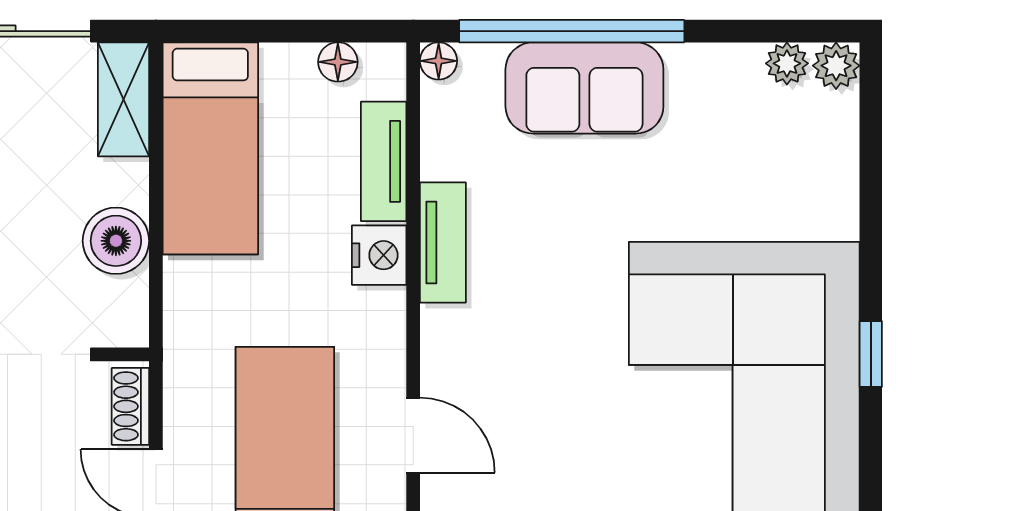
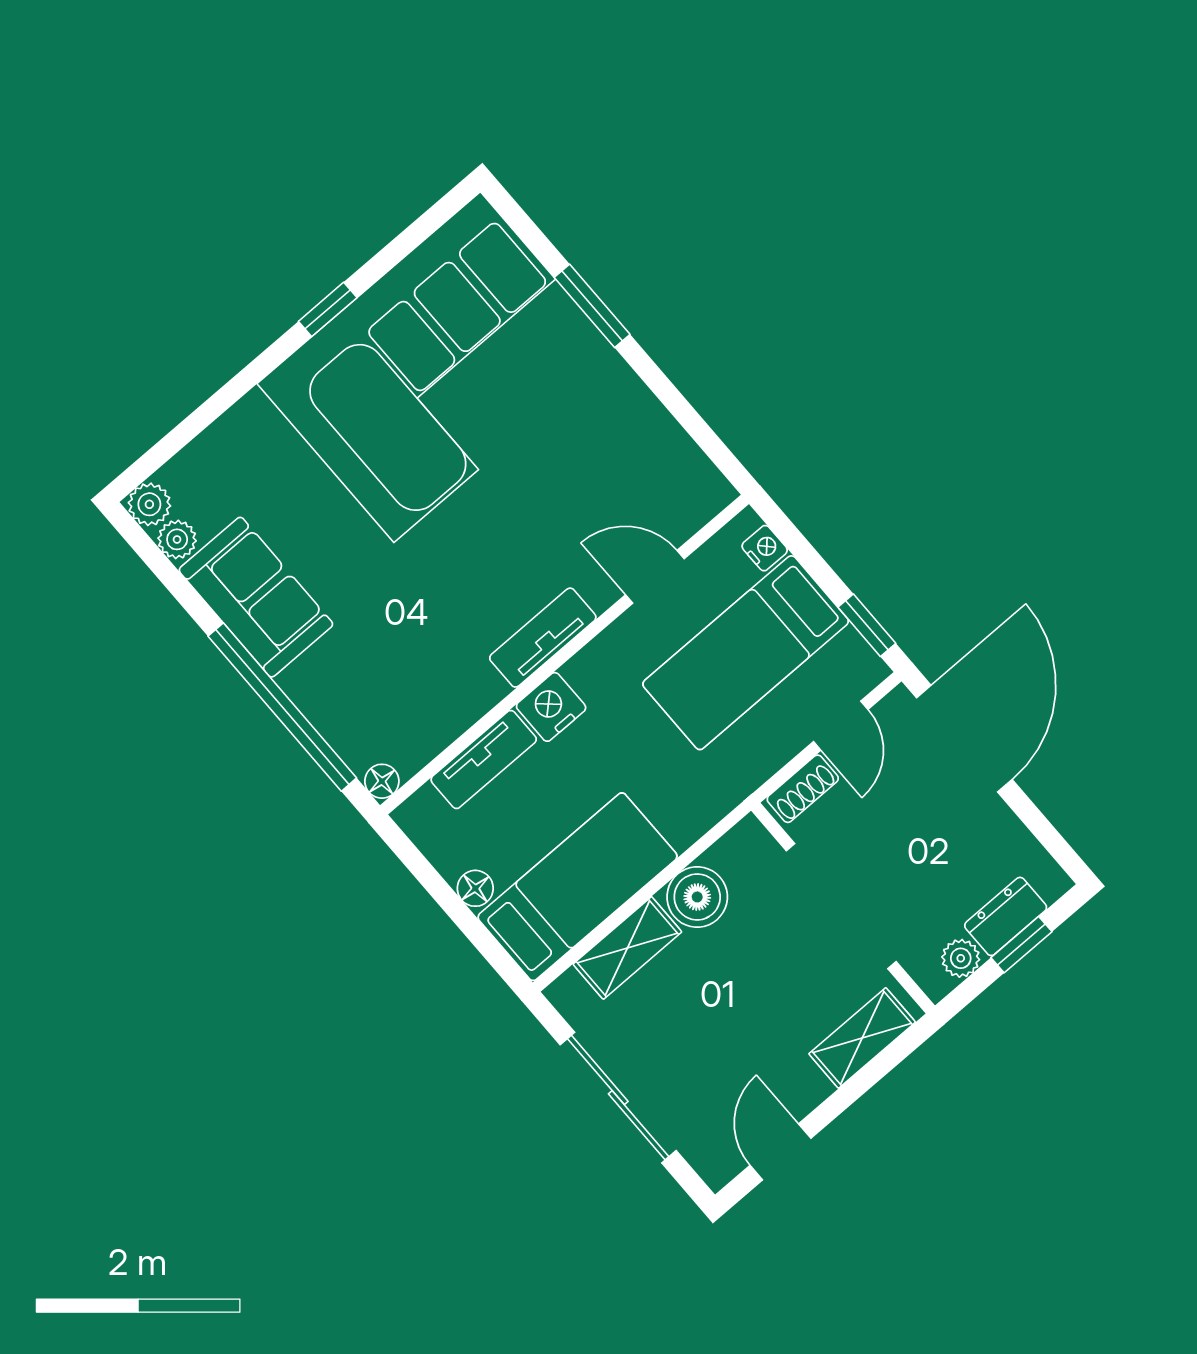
floor lamp: (338, 62) -> (475, 888), moved
sofa: (584, 88) -> (256, 597), moved
shelving: (123, 99) -> (627, 948), moved
tv unit: (443, 242) -> (543, 638), moved
door: (413, 435) -> (655, 577), hinge flipped

